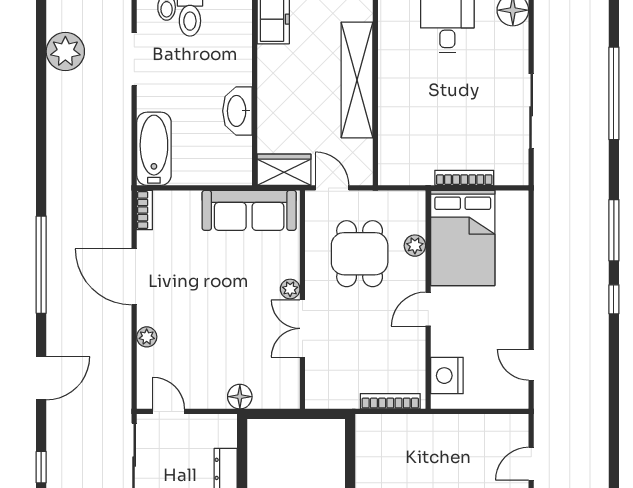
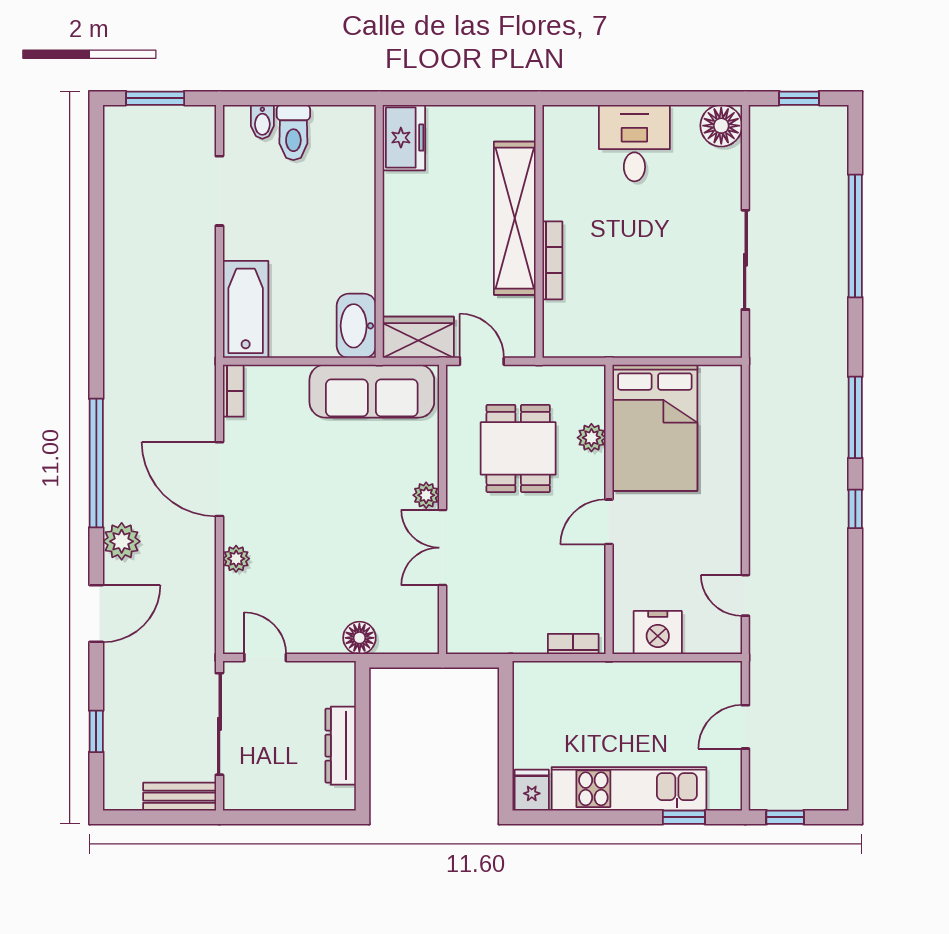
plant: (65, 51) -> (122, 541), moved, width x0.73, depth x0.73
washbasin: (237, 111) -> (356, 326), moved
bookcase: (464, 178) -> (552, 260), moved, turned 90
nightstand: (447, 376) -> (658, 633), moved, turned -90
bookcase: (390, 401) -> (573, 644), width x0.64

